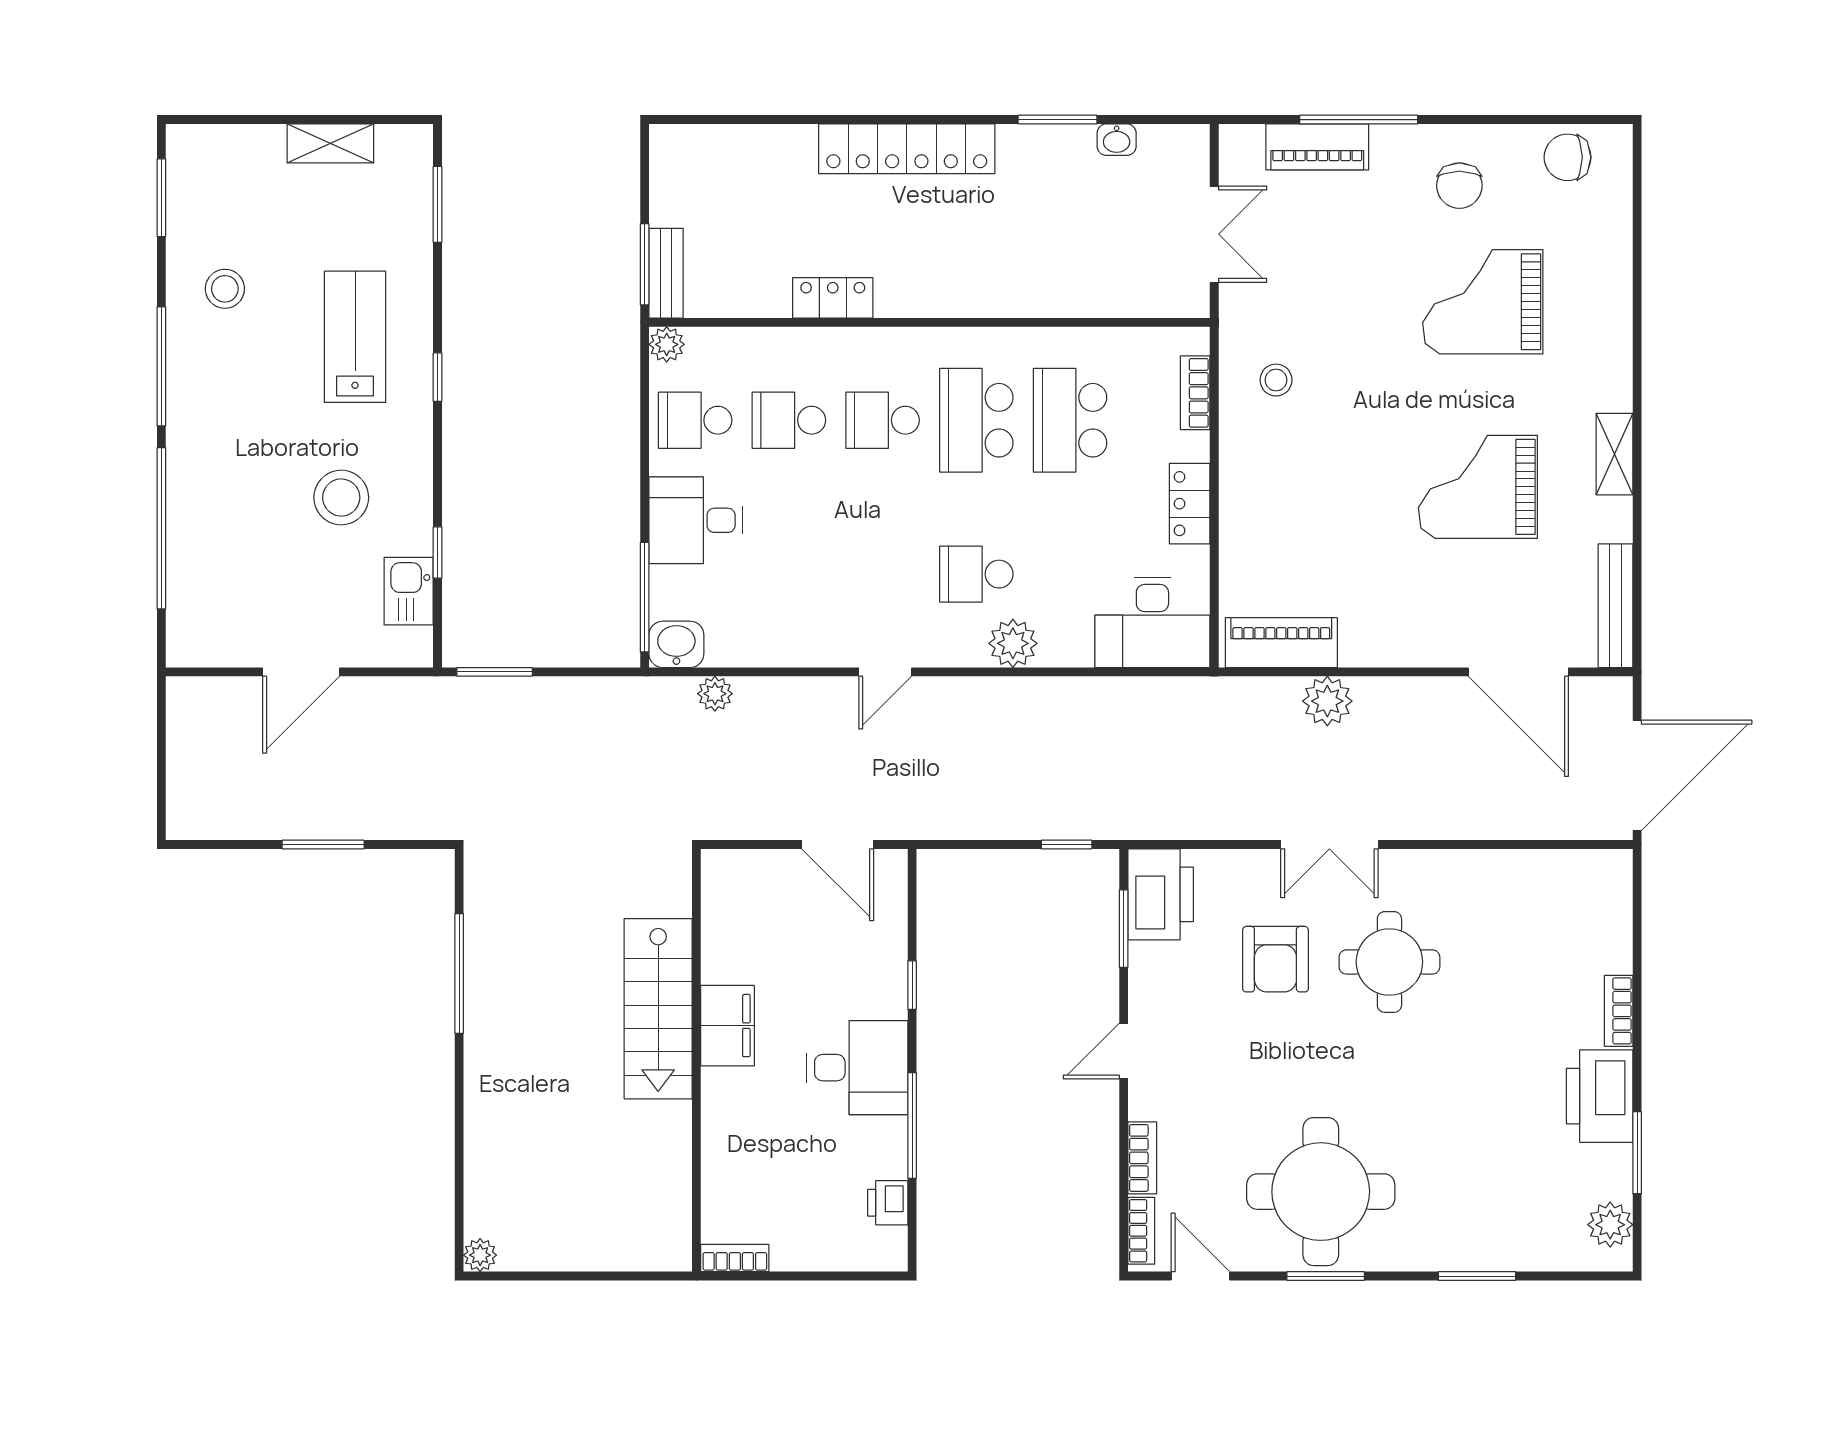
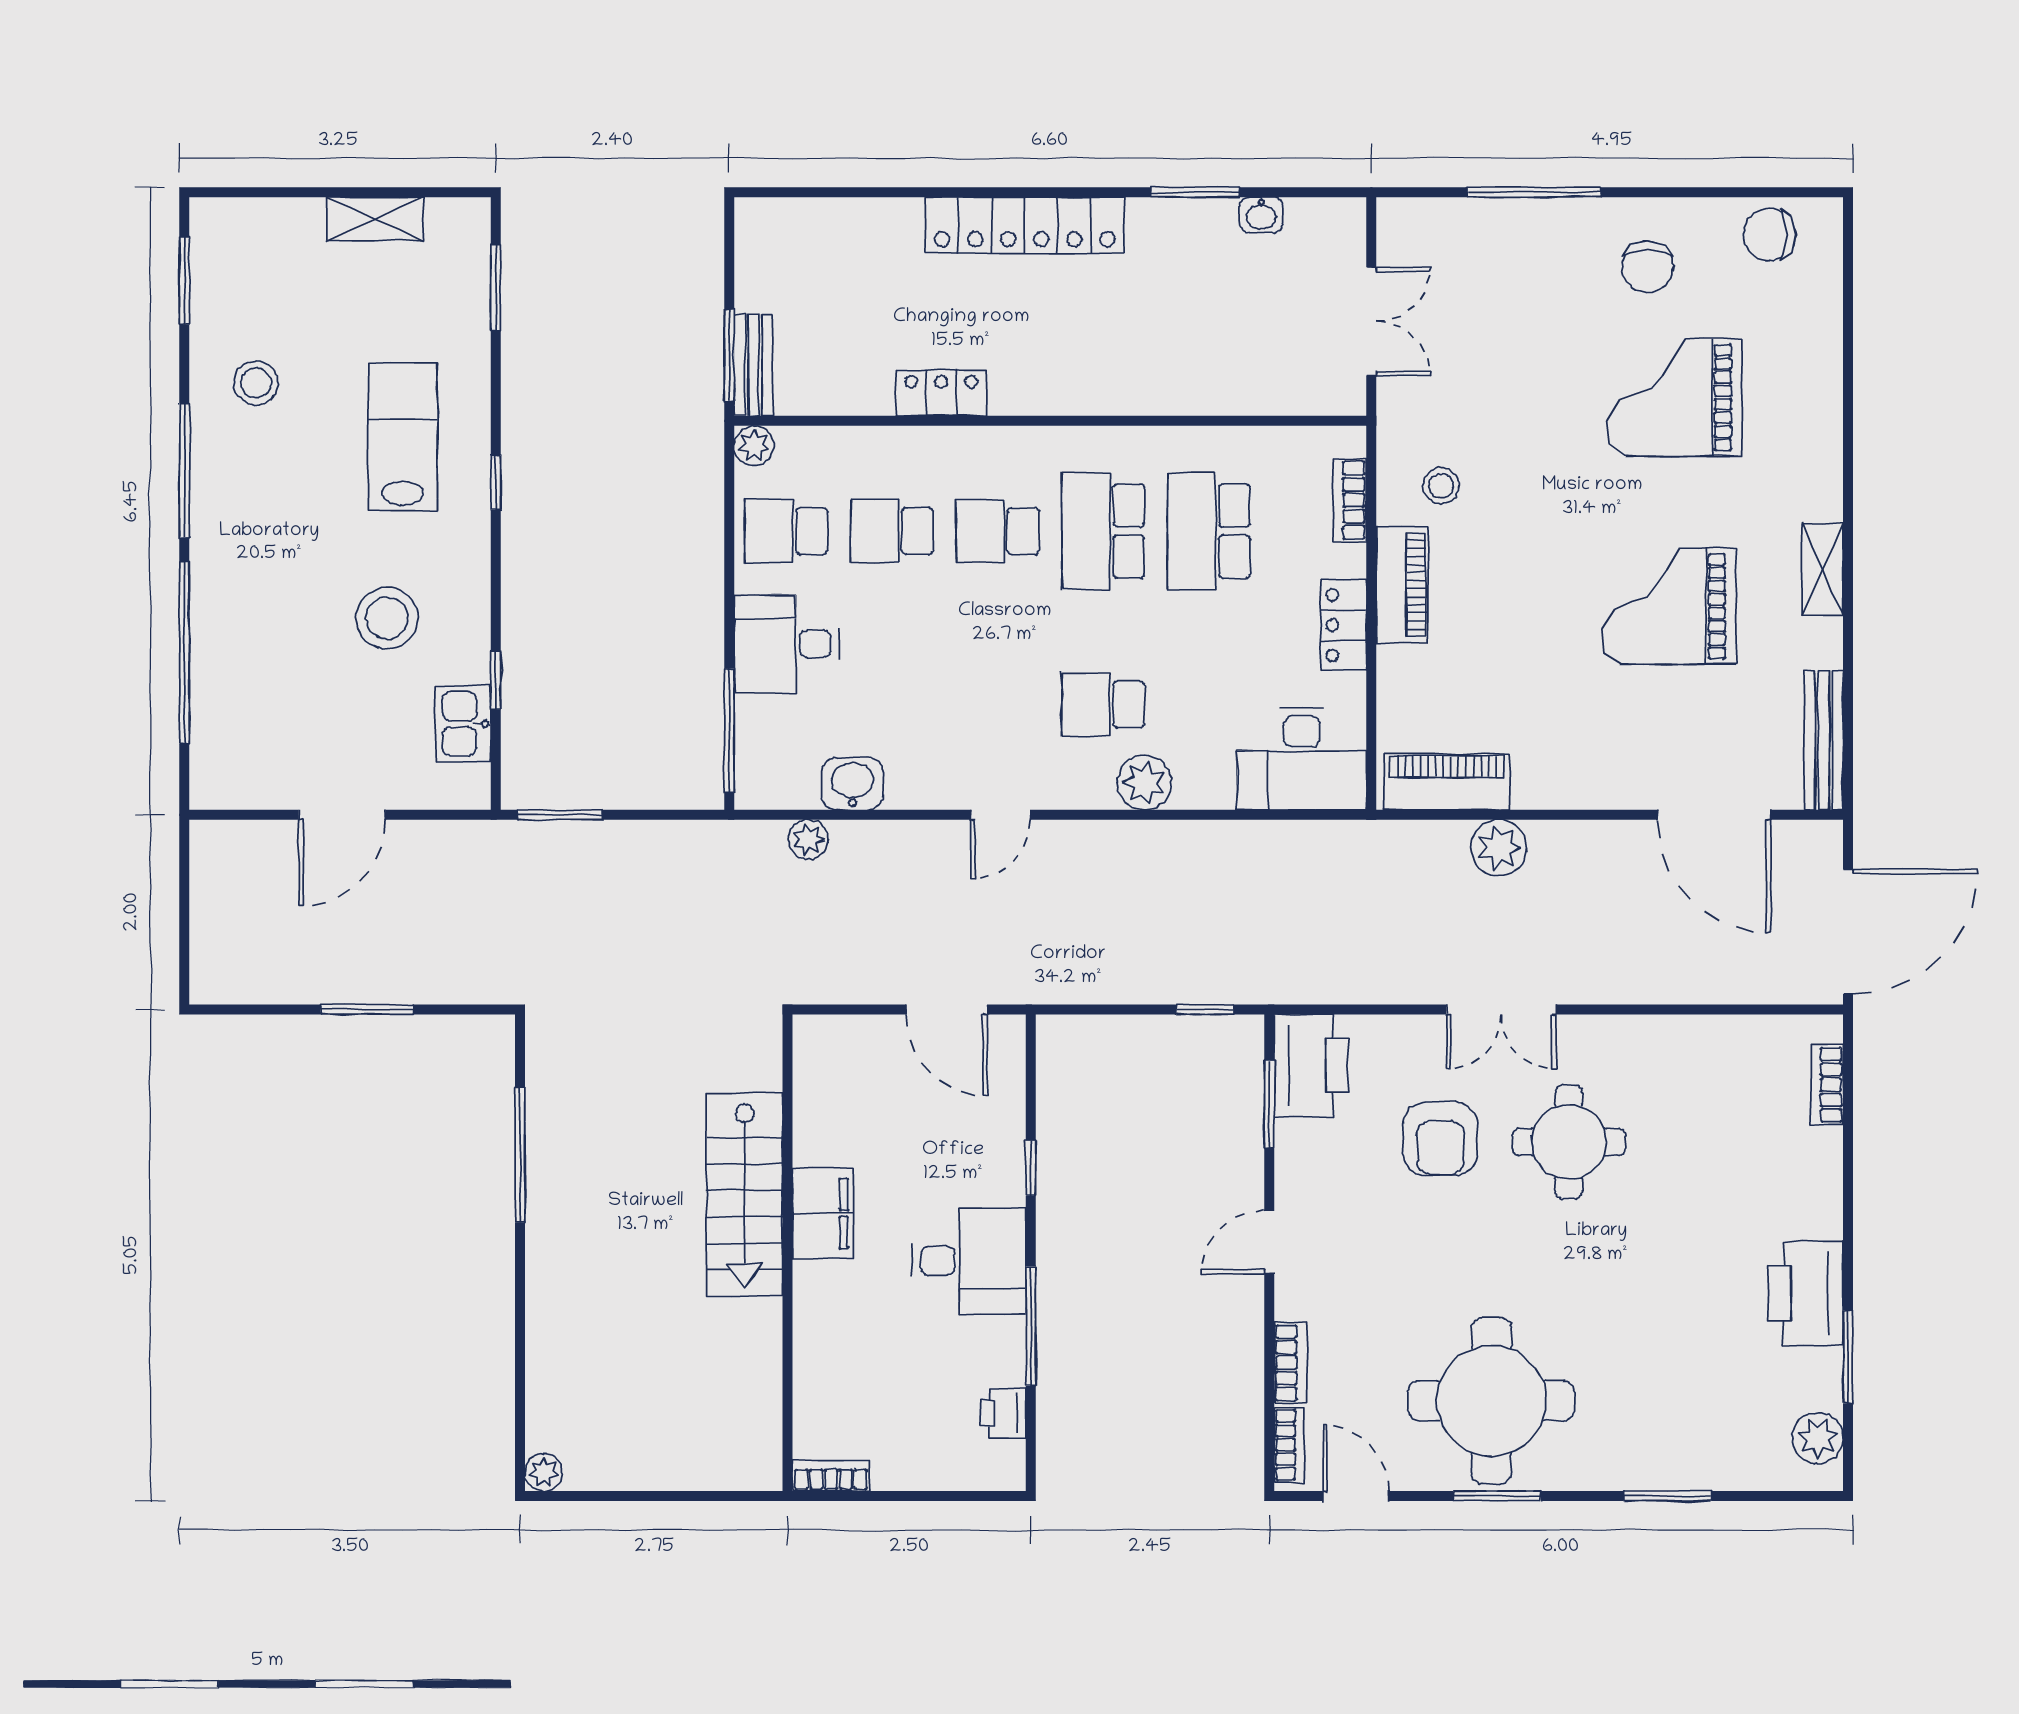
piano: (1317, 147) -> (1402, 585), moved, turned -90
washbasin: (676, 644) -> (852, 784), moved
bookcase: (1619, 1011) -> (1827, 1085), moved

